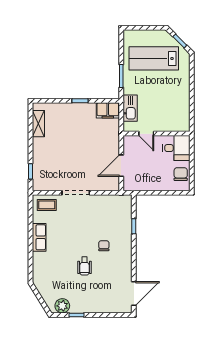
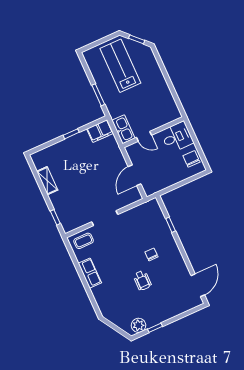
lab bench: (154, 58) -> (120, 66), turned 90
kitchen sink: (130, 108) -> (123, 129), moved
shelving: (38, 124) -> (47, 181), moved

